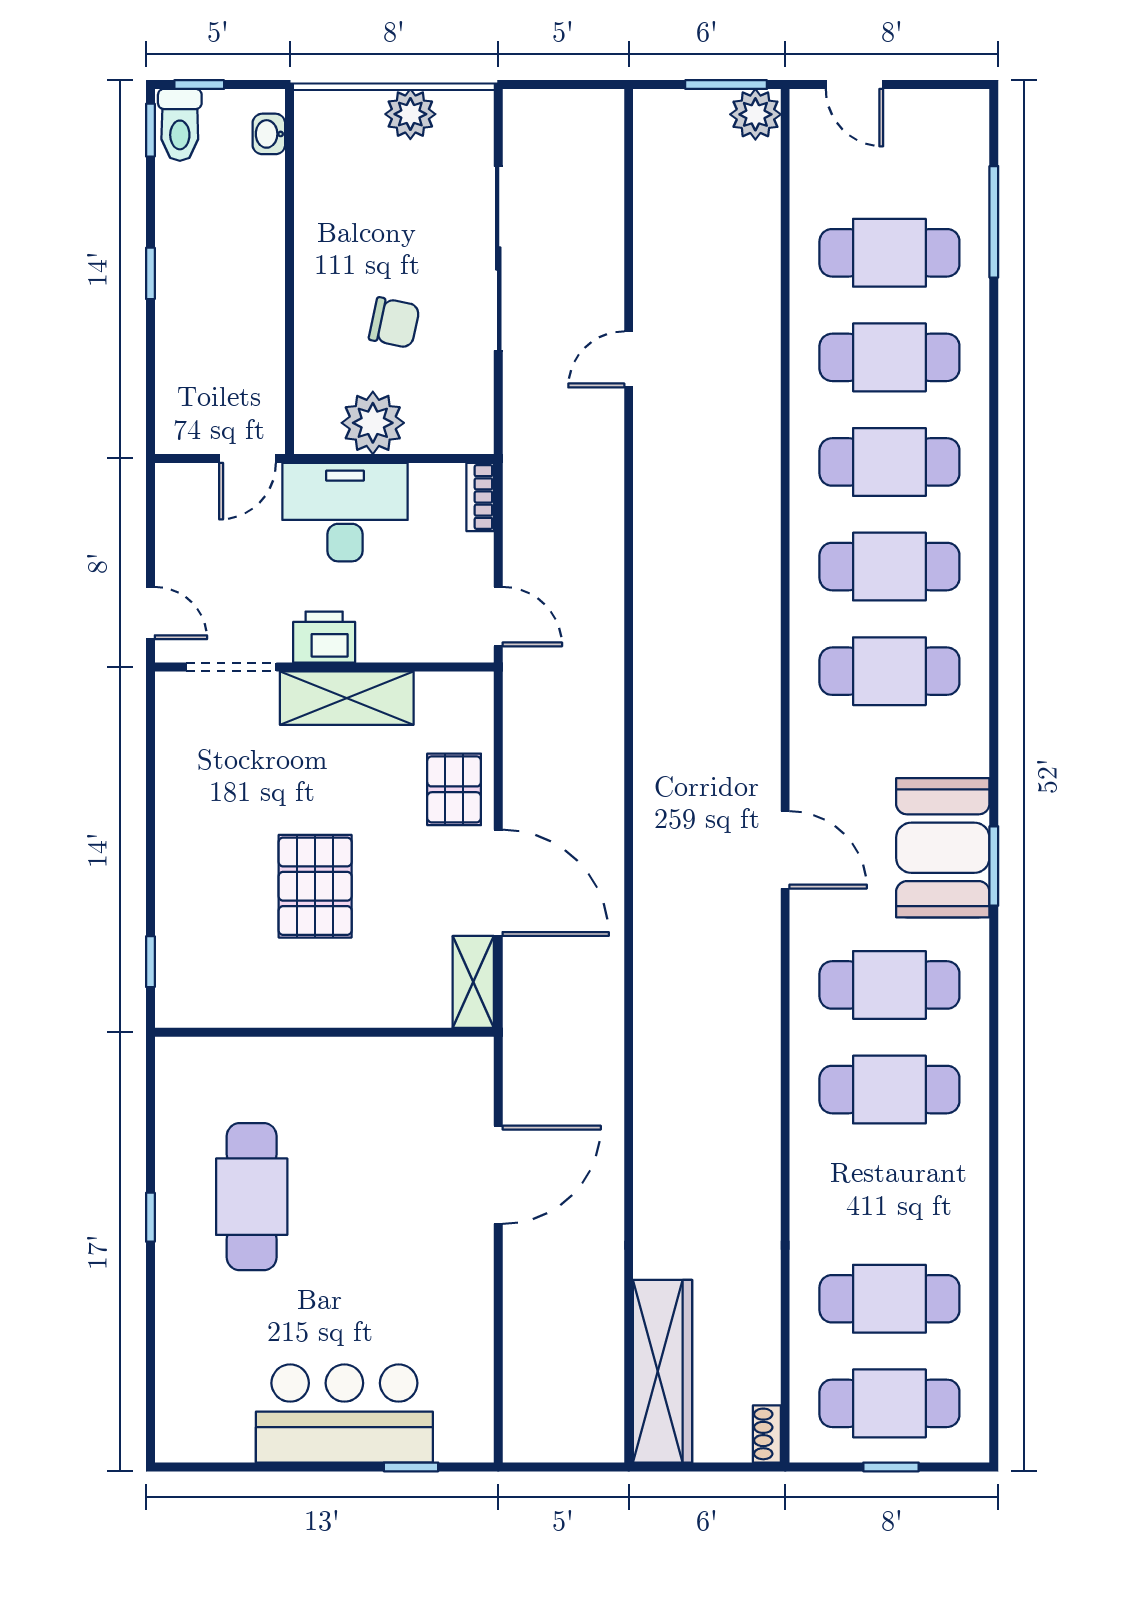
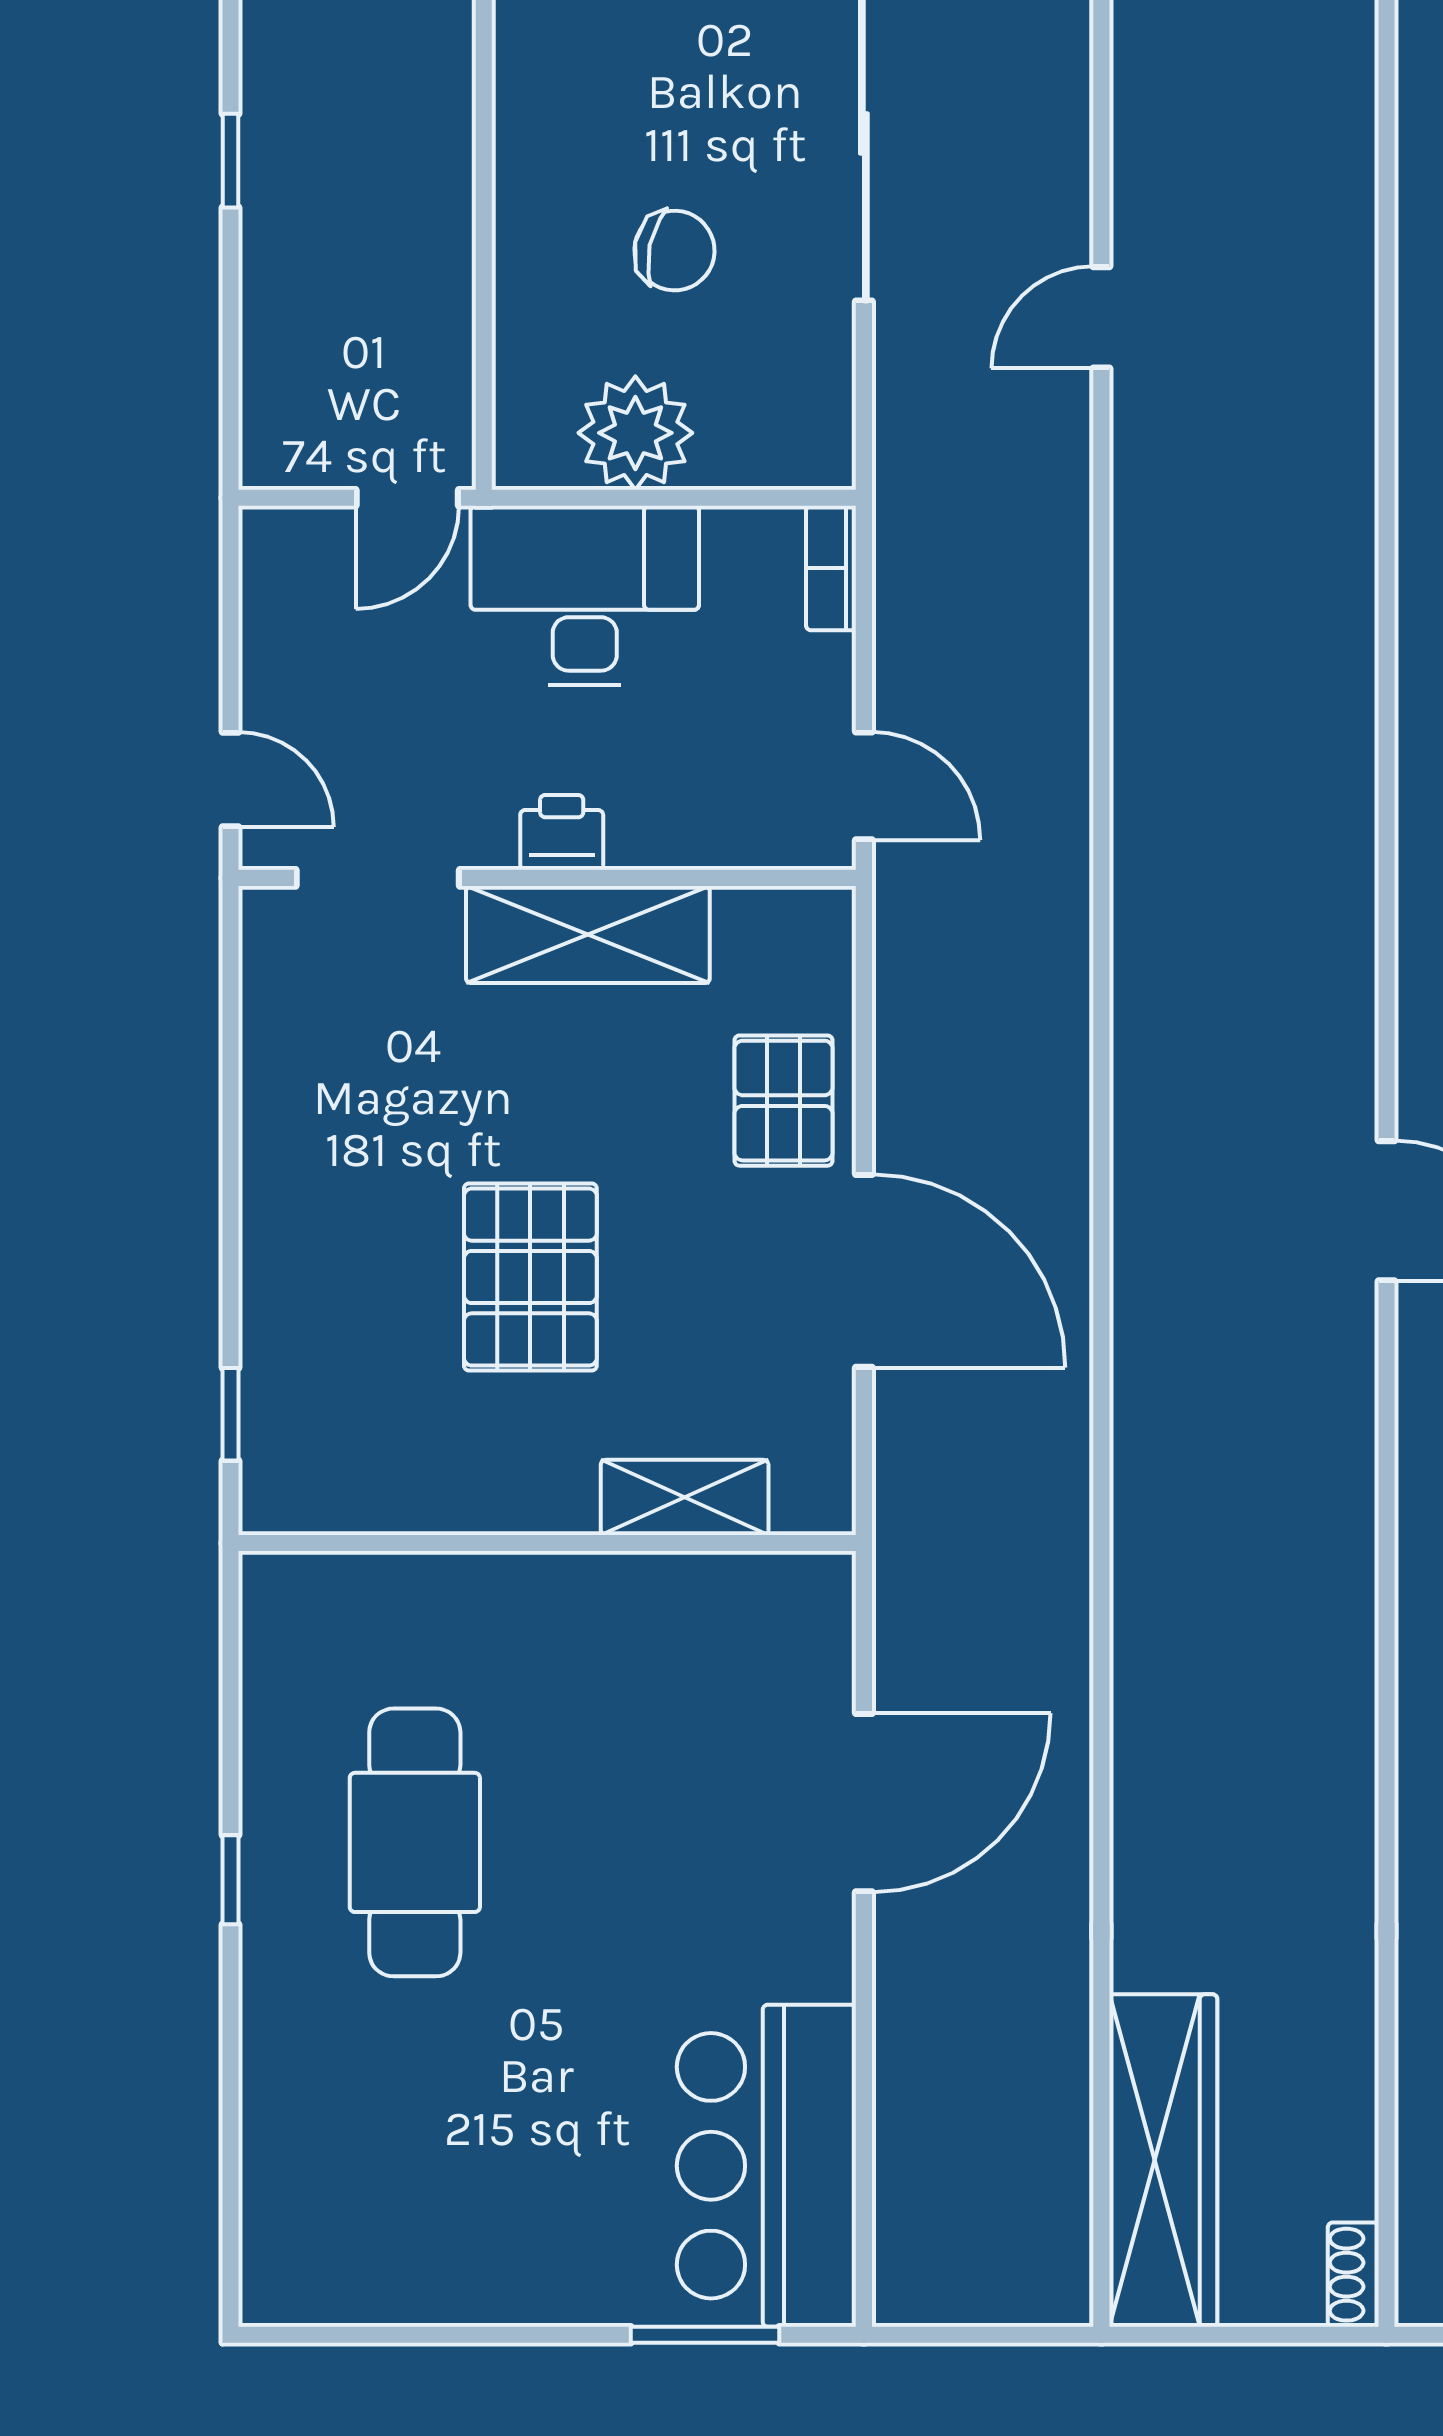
printer: (324, 637) -> (562, 832), width x0.73, depth x0.81
shelving: (473, 982) -> (685, 1497), moved, turned 90
bar counter: (344, 1413) -> (766, 2166), moved, turned -90
window: (411, 1467) -> (705, 2335), width x1.50

